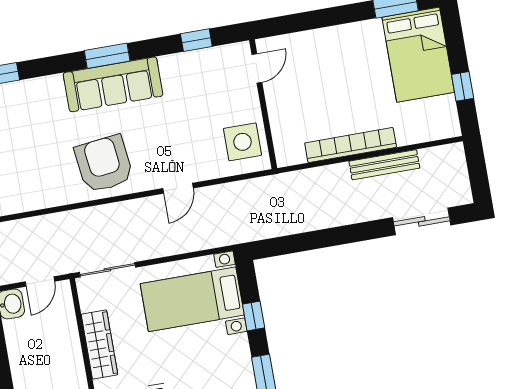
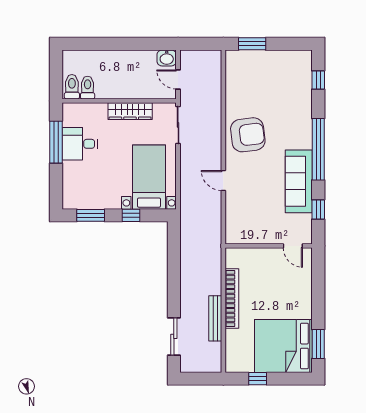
bed: (418, 55) -> (283, 346), width x1.36
window: (107, 56) -> (318, 149), width x2.11
sofa: (113, 84) -> (299, 181), moved
side table: (242, 142) -> (246, 228), removed

